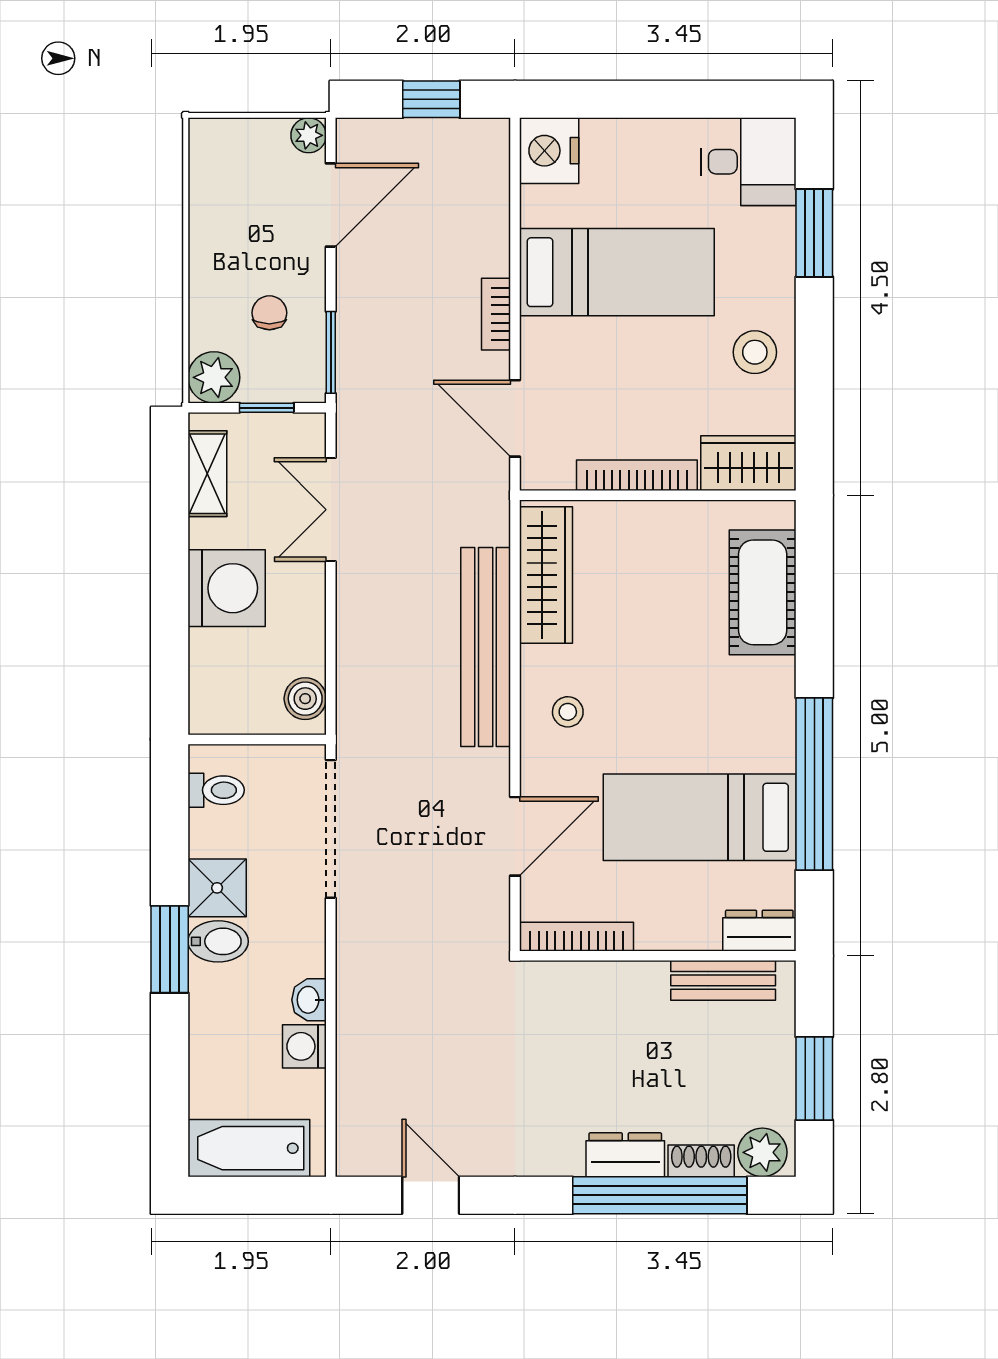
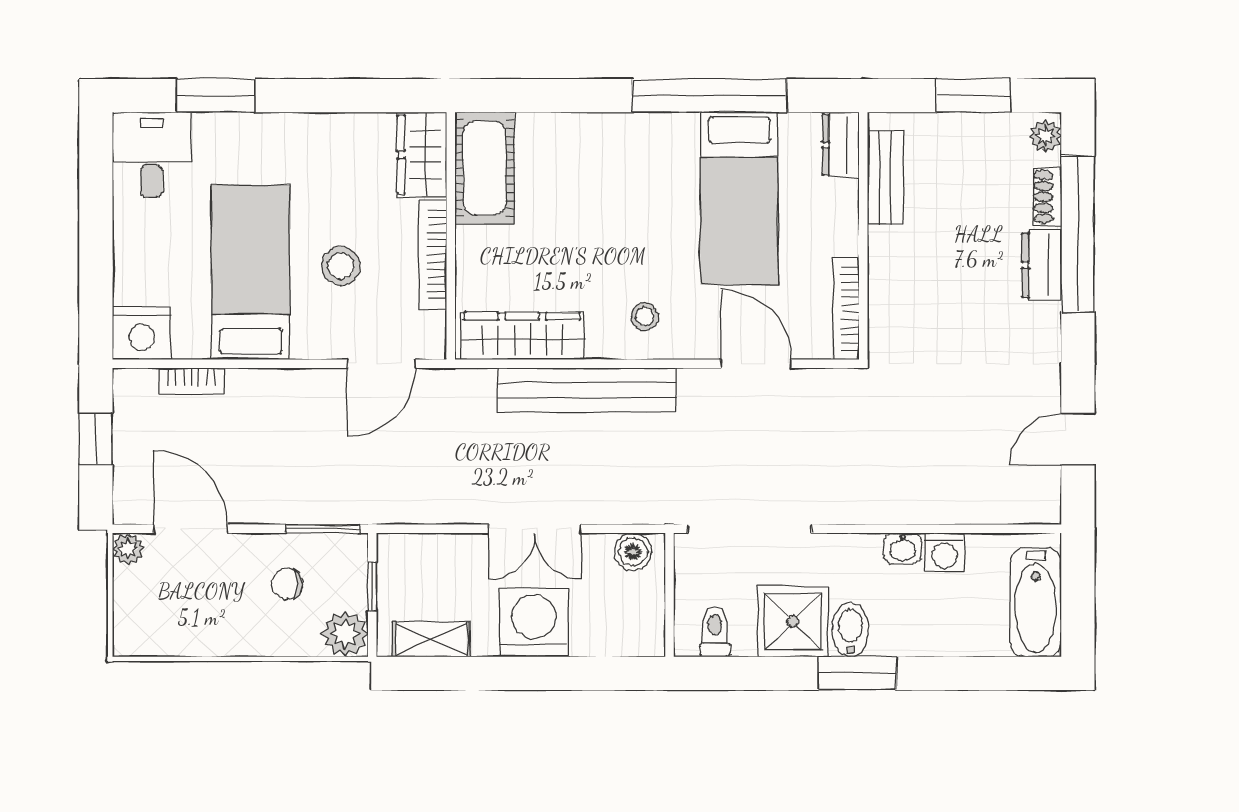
bookcase: (496, 314) -> (191, 381), moved
stool: (755, 352) -> (341, 266), moved
double door: (331, 510) -> (535, 529), moved
cot: (763, 592) -> (485, 168), moved, turned 90
shower: (217, 888) -> (793, 621), width x1.36, depth x1.36
plant: (762, 1152) -> (1045, 136), width x0.73, depth x0.73

